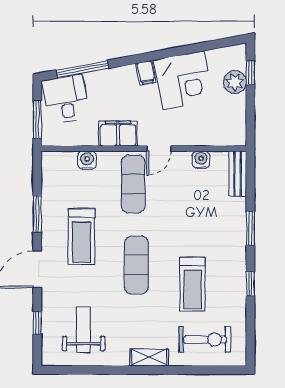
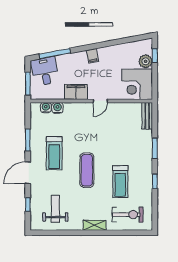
corner desk: (183, 80) -> (137, 84), moved, turned 101
water cooler: (201, 160) -> (46, 108), moved
exercise mat: (133, 184) -> (85, 122), removed

